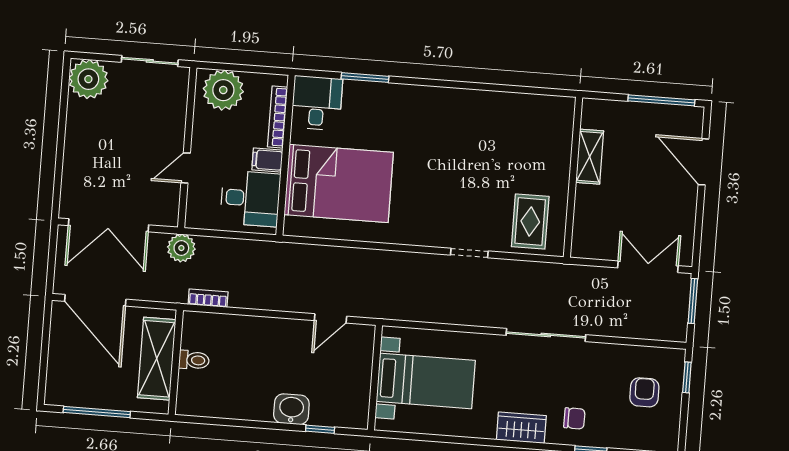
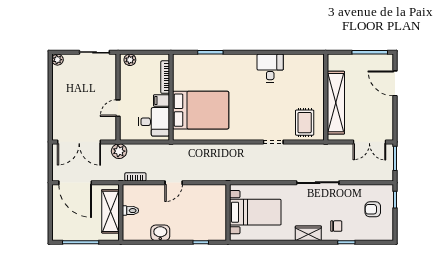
plant: (88, 79) -> (57, 60), width x0.53, depth x0.53
plant: (223, 90) -> (130, 60), width x0.53, depth x0.53
desk: (317, 103) -> (270, 68), moved
shelving: (590, 157) -> (336, 103), width x2.20, depth x1.33
double door: (648, 267) -> (369, 142), swing flipped
door: (331, 318) -> (174, 183), moved
armchair: (644, 392) -> (373, 209), turned -90
washbasin: (291, 409) -> (160, 233), moved

